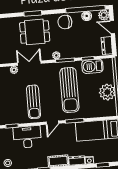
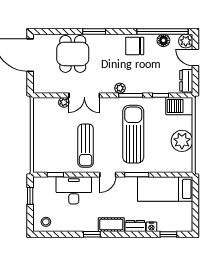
dining table: (35, 32) -> (73, 54), moved, turned 90
double door: (29, 63) -> (84, 95), swing flipped
barbecue: (92, 66) -> (179, 106), moved
sun lounger: (69, 90) -> (133, 134), turned 180

